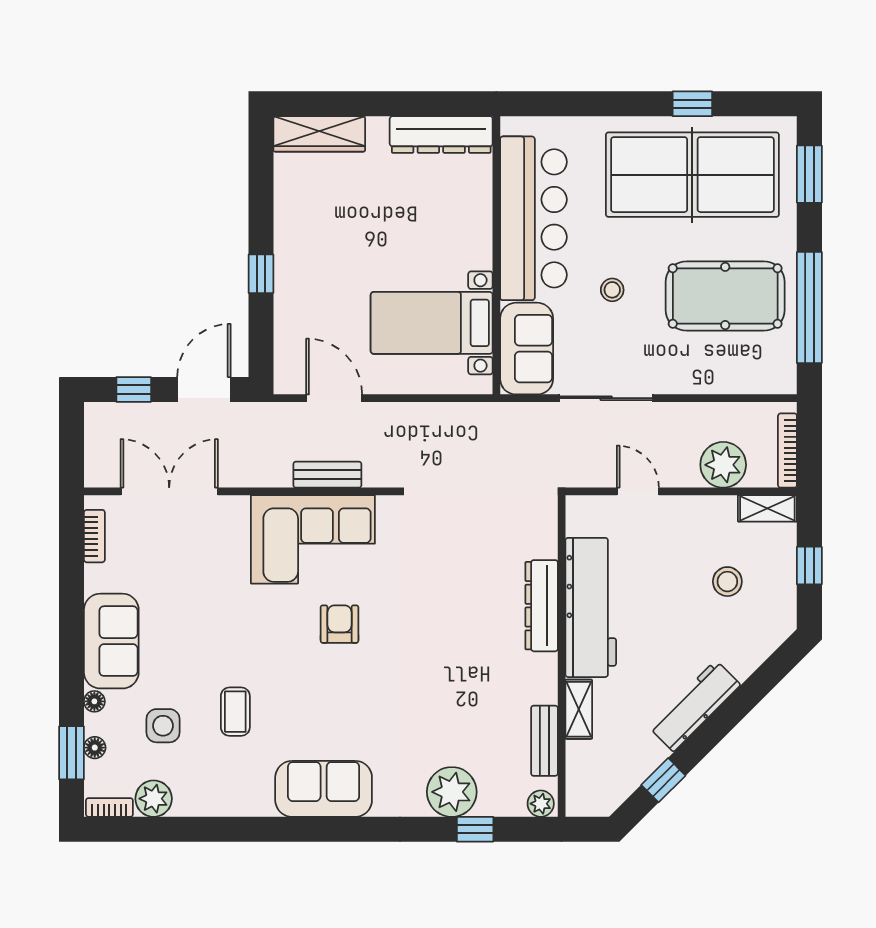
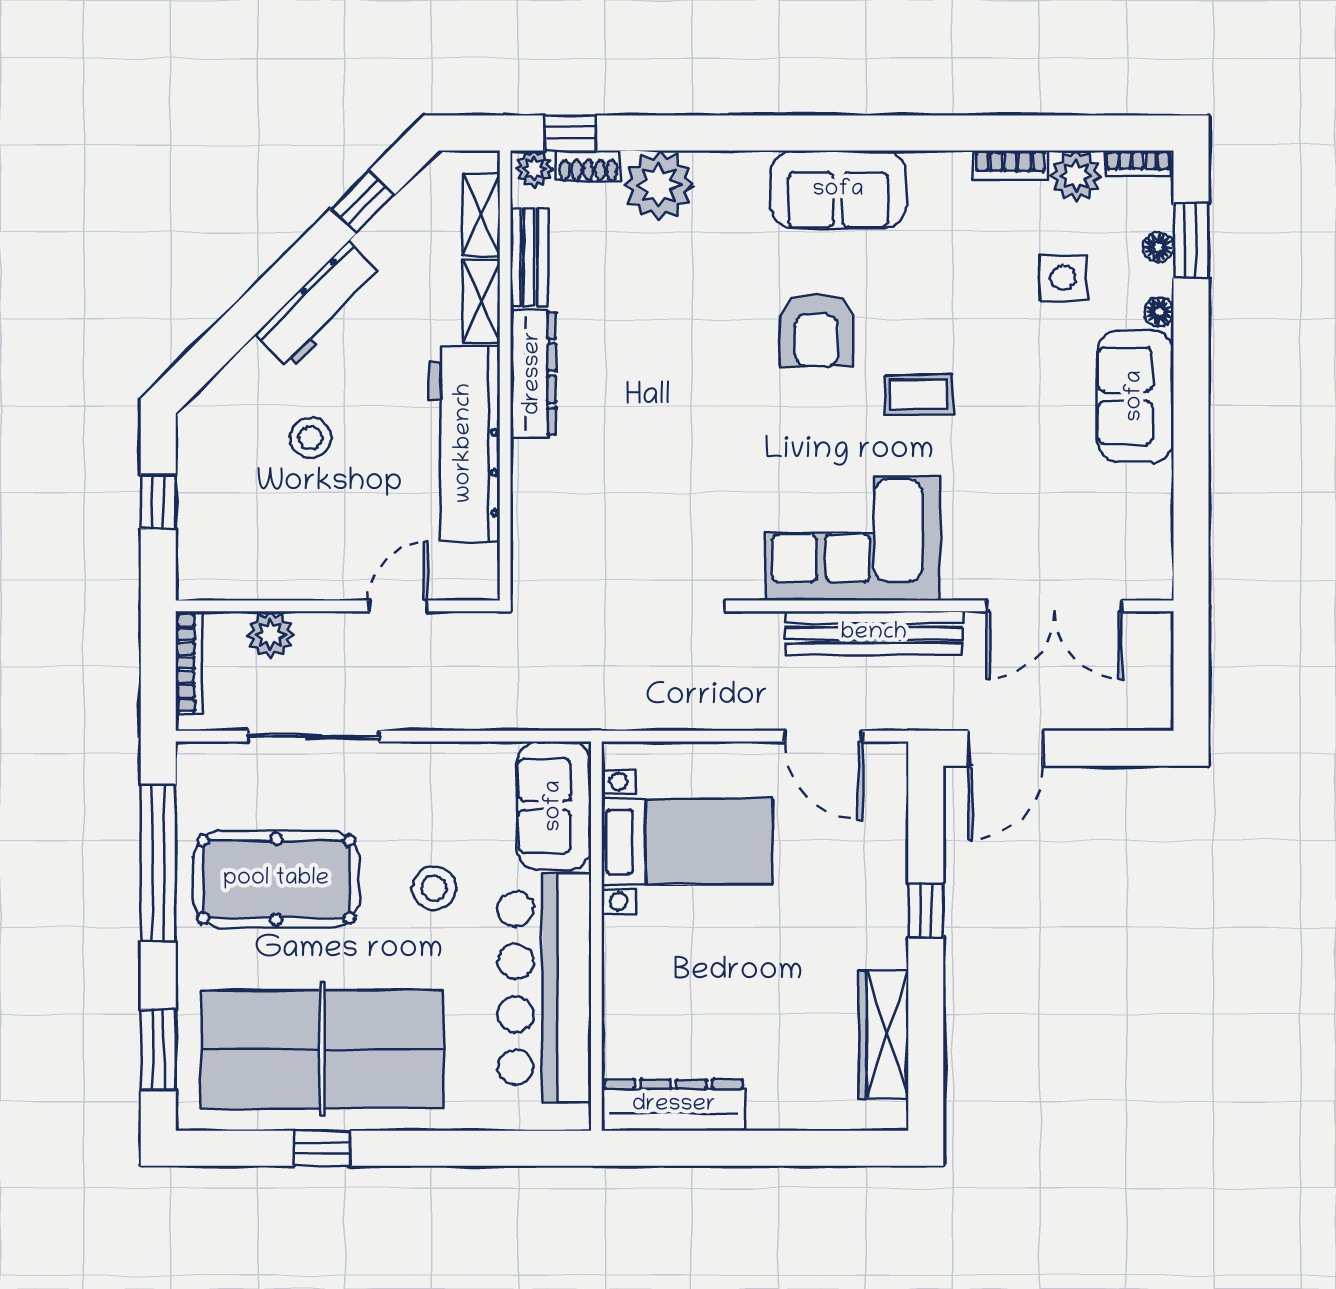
wardrobe: (319, 134) -> (884, 1034), moved, turned -90
stool: (612, 290) -> (434, 888), width x1.37, depth x1.37
window: (134, 389) -> (1104, 748), removed
sliding door: (606, 398) -> (314, 736), moved
plant: (723, 465) -> (270, 634), width x0.73, depth x0.73
bench: (327, 475) -> (874, 633), width x1.86, depth x1.21
door: (638, 491) -> (398, 606), swing flipped
shelving: (767, 508) -> (481, 215), moved, turned 90
bookcase: (94, 536) -> (1010, 165), moved, turned -90
stool: (727, 582) -> (311, 438), moved
dresser: (542, 606) -> (533, 373), moved
armchair: (340, 624) -> (817, 330), moved, width x1.38, depth x1.38
coffee table: (235, 712) -> (918, 394), moved, turned 90
shoe rack: (502, 806) -> (588, 166), added
window: (475, 829) -> (570, 133), moved

